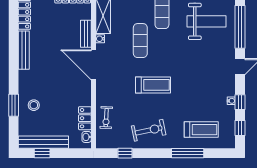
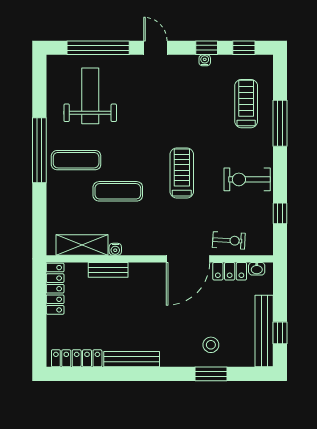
door: (93, 65) -> (188, 259), moved
exercise bike: (149, 130) -> (247, 179), turned -78

